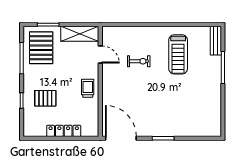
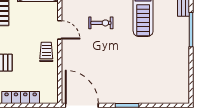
door: (100, 54) -> (60, 30), moved

